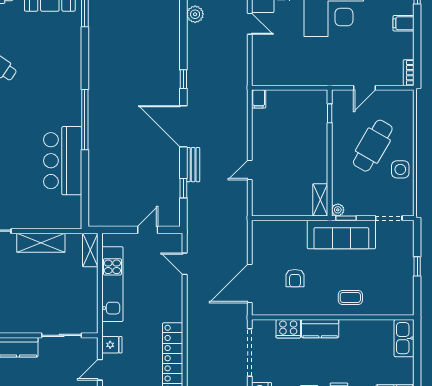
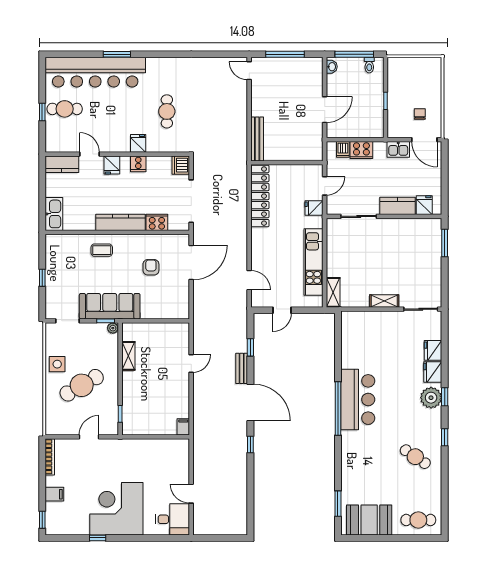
plant: (195, 14) -> (240, 502), removed
bookcase: (409, 73) -> (50, 457), width x1.56
cafe table: (373, 146) -> (82, 385), turned 30
bar counter: (63, 161) -> (358, 400), moved
shelving: (320, 200) -> (128, 356), moved
shelving: (41, 243) -> (384, 301), width x0.67, depth x0.75
kitchen counter: (320, 329) -> (120, 222), width x1.50

